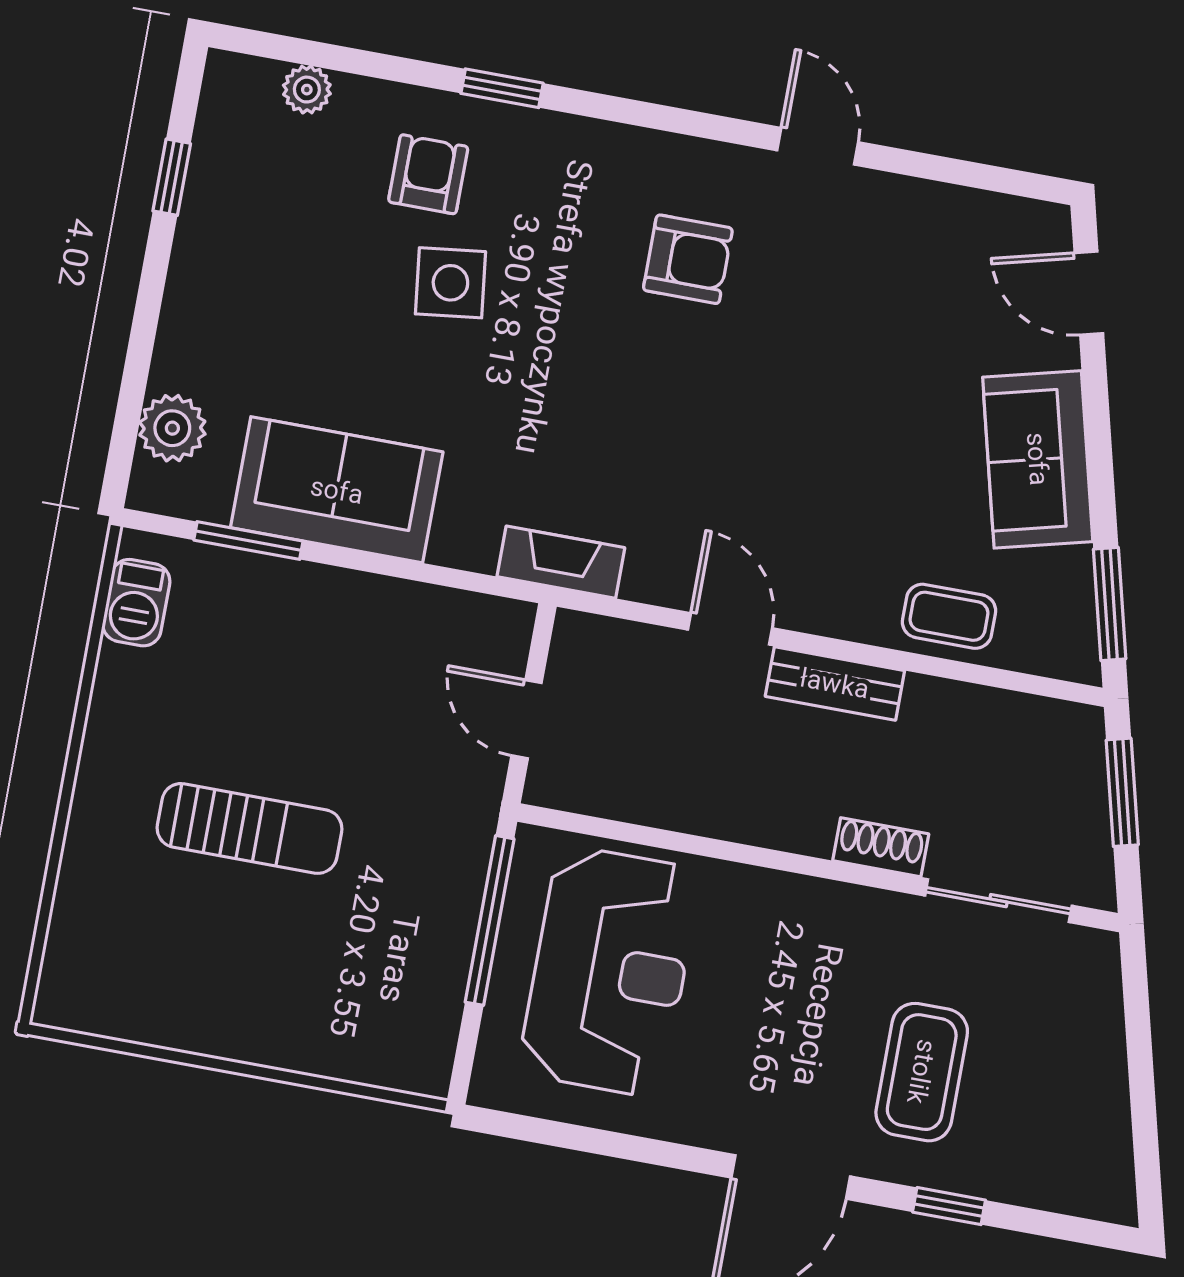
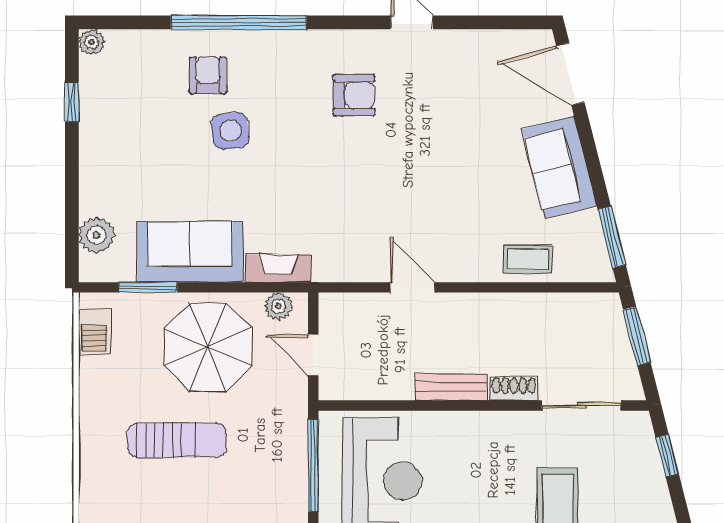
window: (502, 88) -> (239, 22), width x3.17
plant: (307, 90) -> (92, 42), moved
door: (1089, 293) -> (570, 74), width x1.38
fireplace: (561, 562) -> (278, 268), moved
plant: (479, 618) -> (278, 306), added
parasol: (338, 669) -> (208, 347), added
bench: (835, 683) -> (451, 387), moved
window: (1137, 1020) -> (667, 455), added

